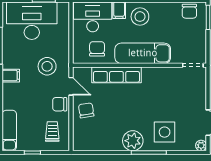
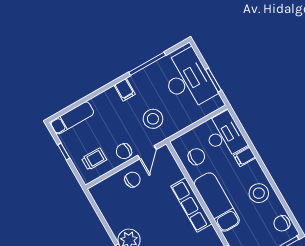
stool: (140, 17) -> (259, 193), moved
row of seats: (116, 75) -> (191, 205), moved
chair: (60, 104) -> (124, 151), turned -90

